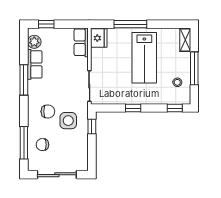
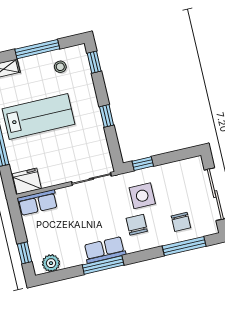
row of seats: (35, 64) -> (105, 250), moved

